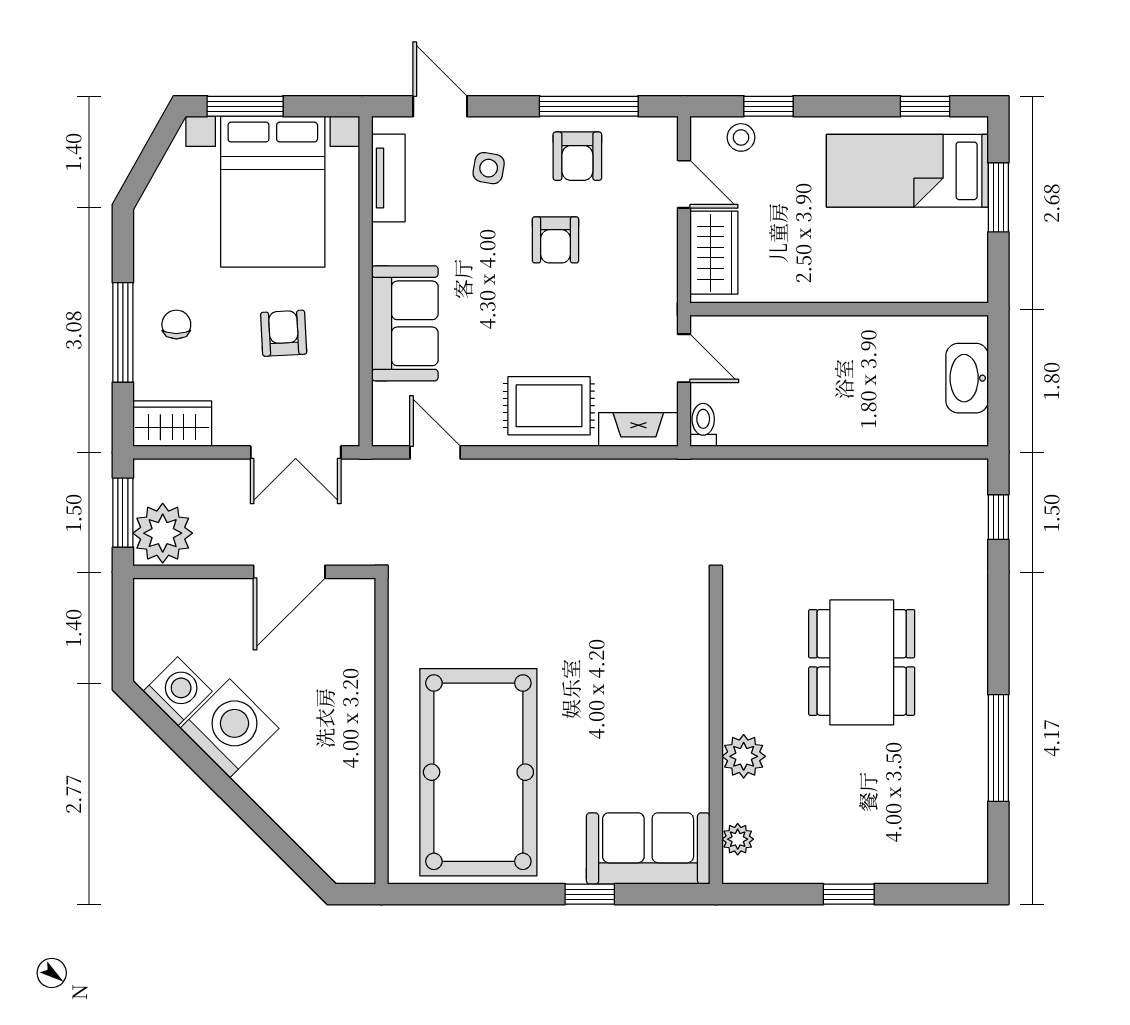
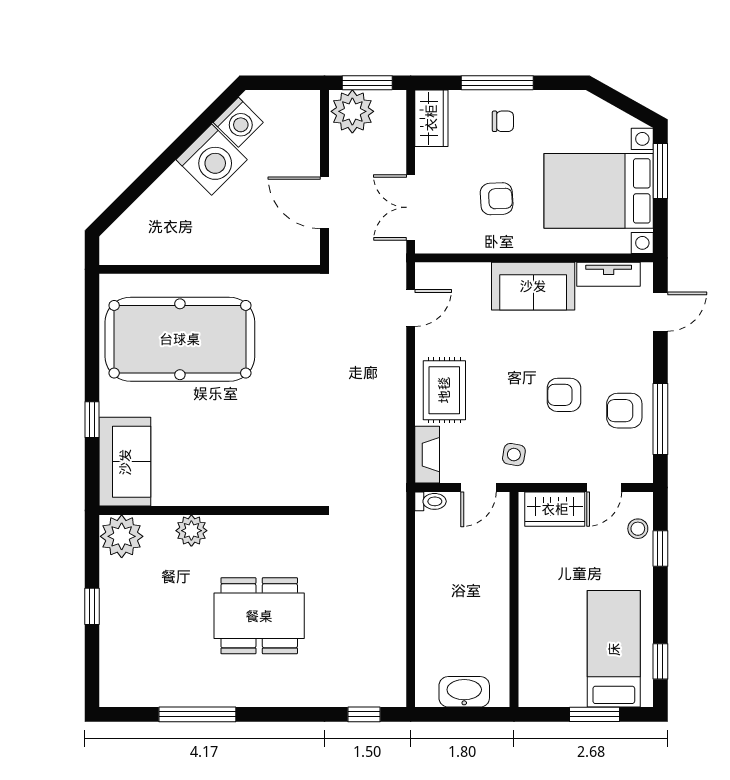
side table: (489, 168) -> (514, 455), moved
sofa: (405, 323) -> (533, 286), moved
plant: (738, 839) -> (122, 536), width x1.87, depth x1.87

